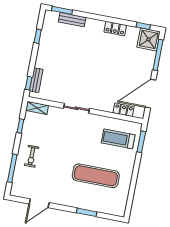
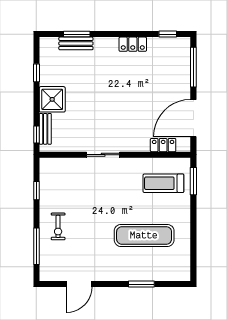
window: (62, 10) -> (77, 34), moved
shower: (149, 39) -> (52, 99), moved
shelving: (37, 108) -> (53, 164), removed

